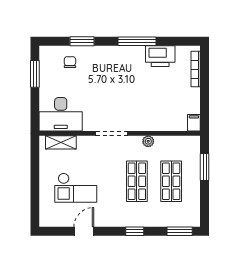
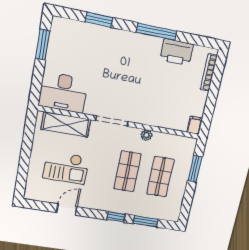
chair: (70, 62) -> (82, 40), removed
shelving: (61, 142) -> (66, 124), width x1.50, depth x1.33
window: (180, 231) -> (146, 221), moved

